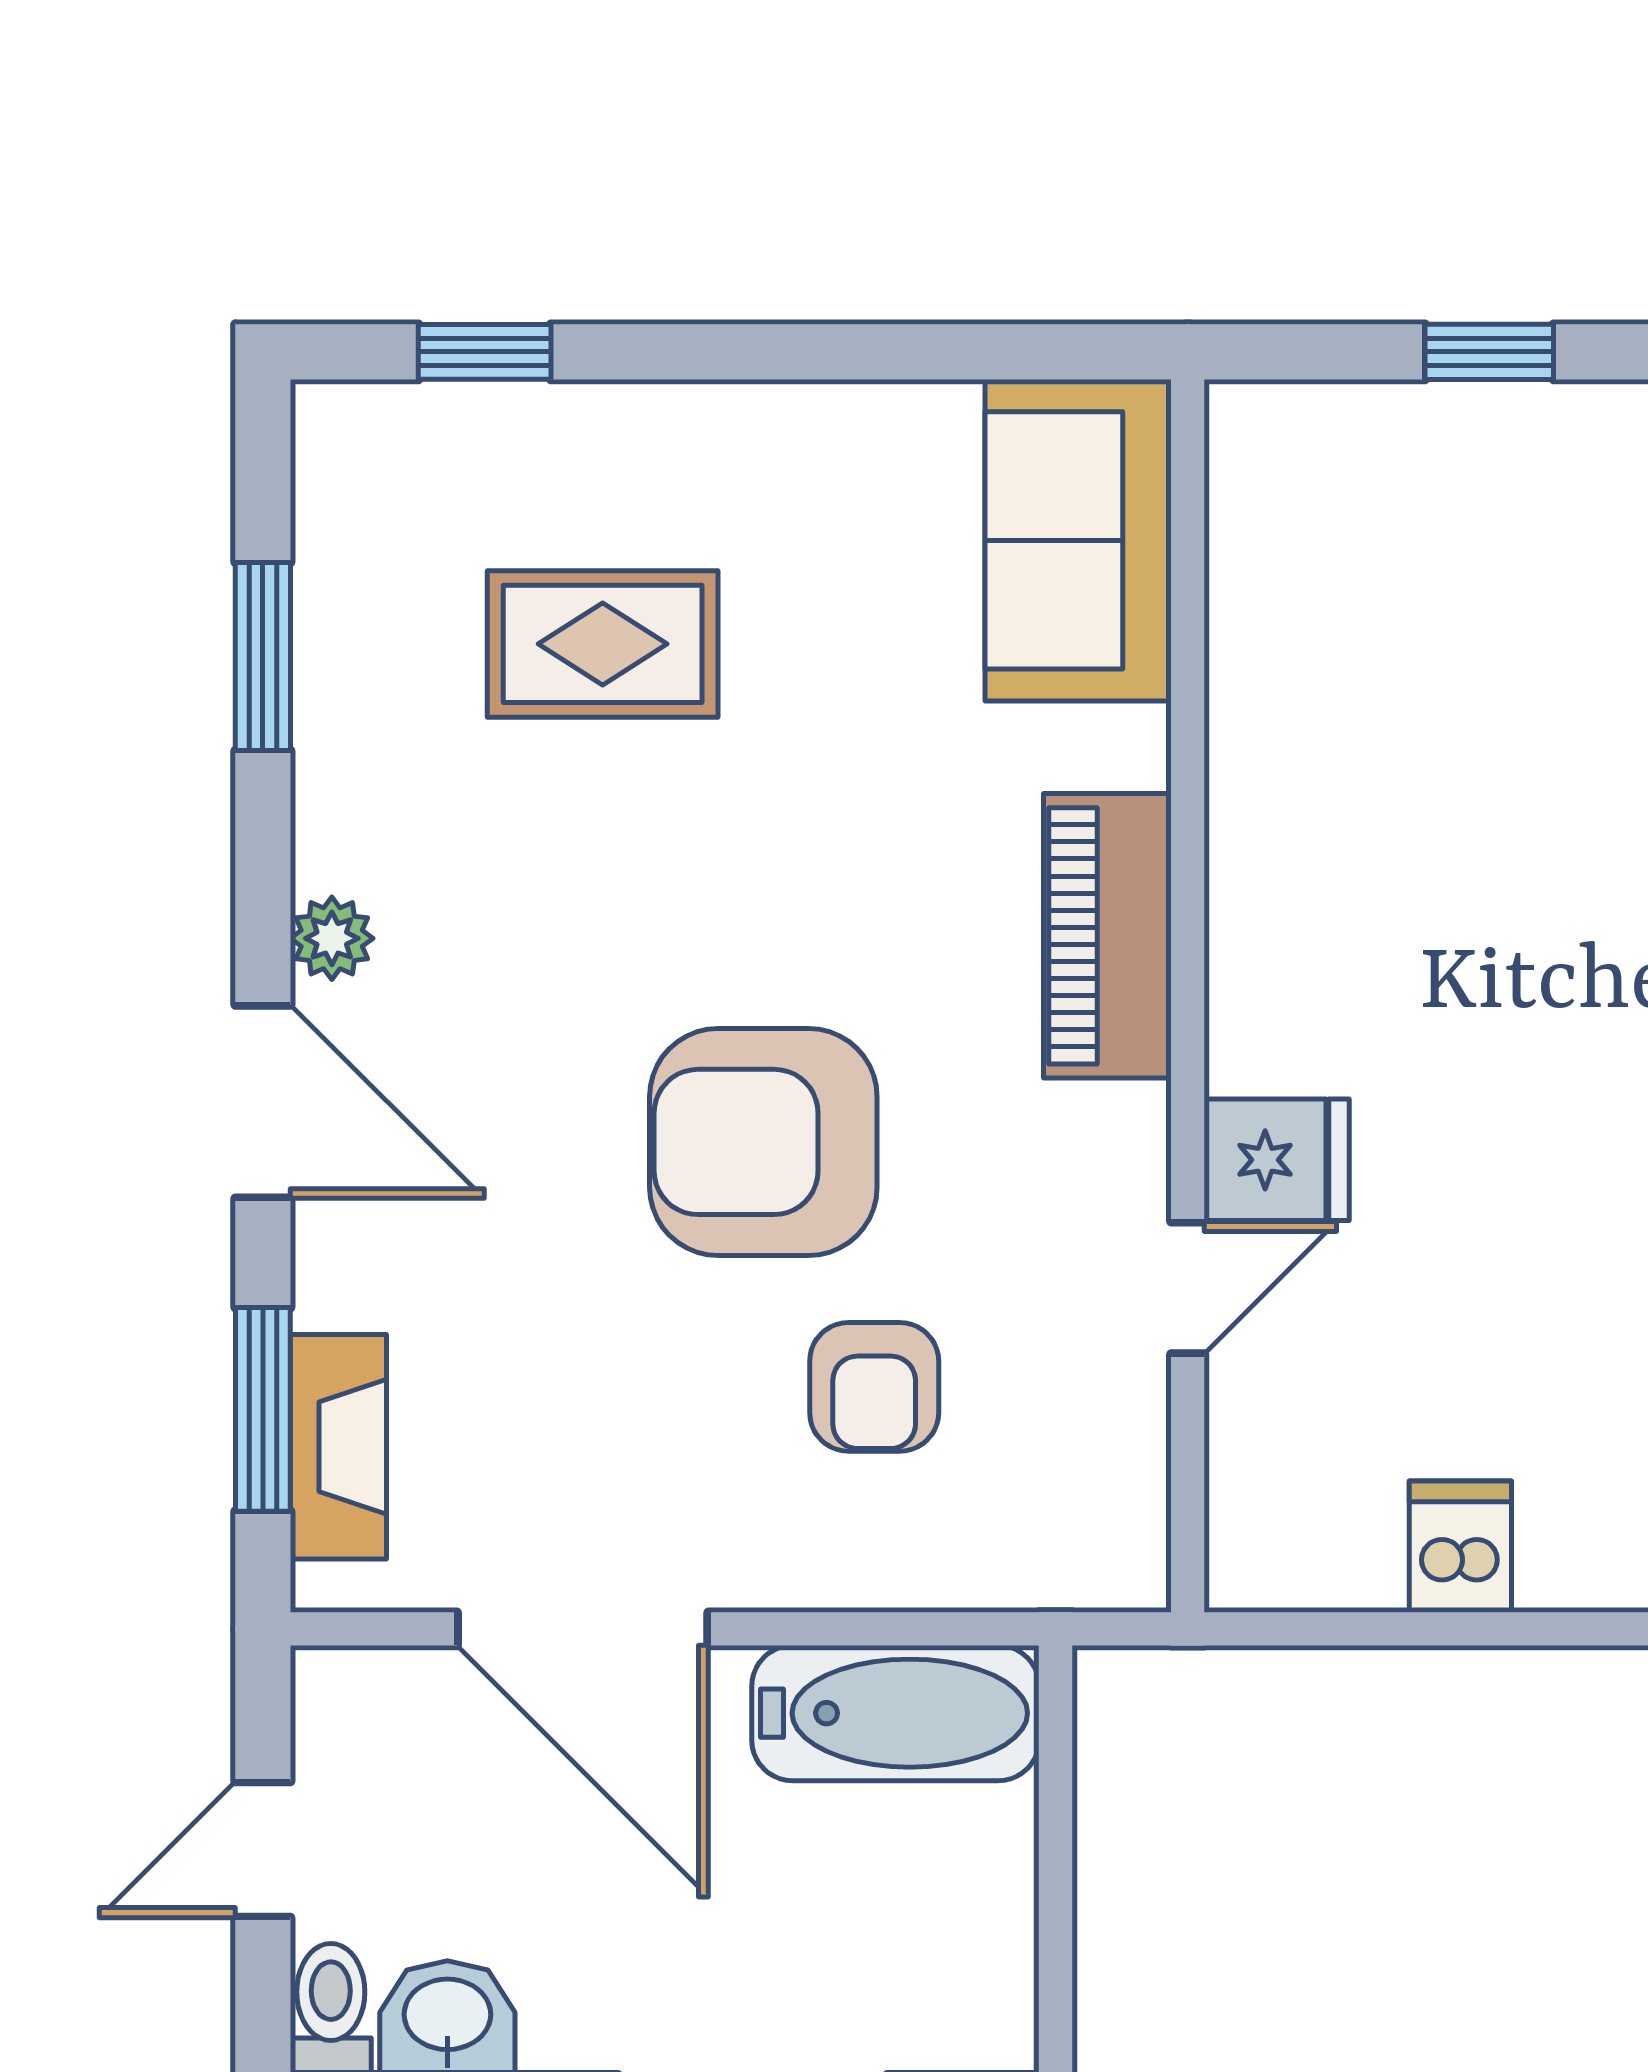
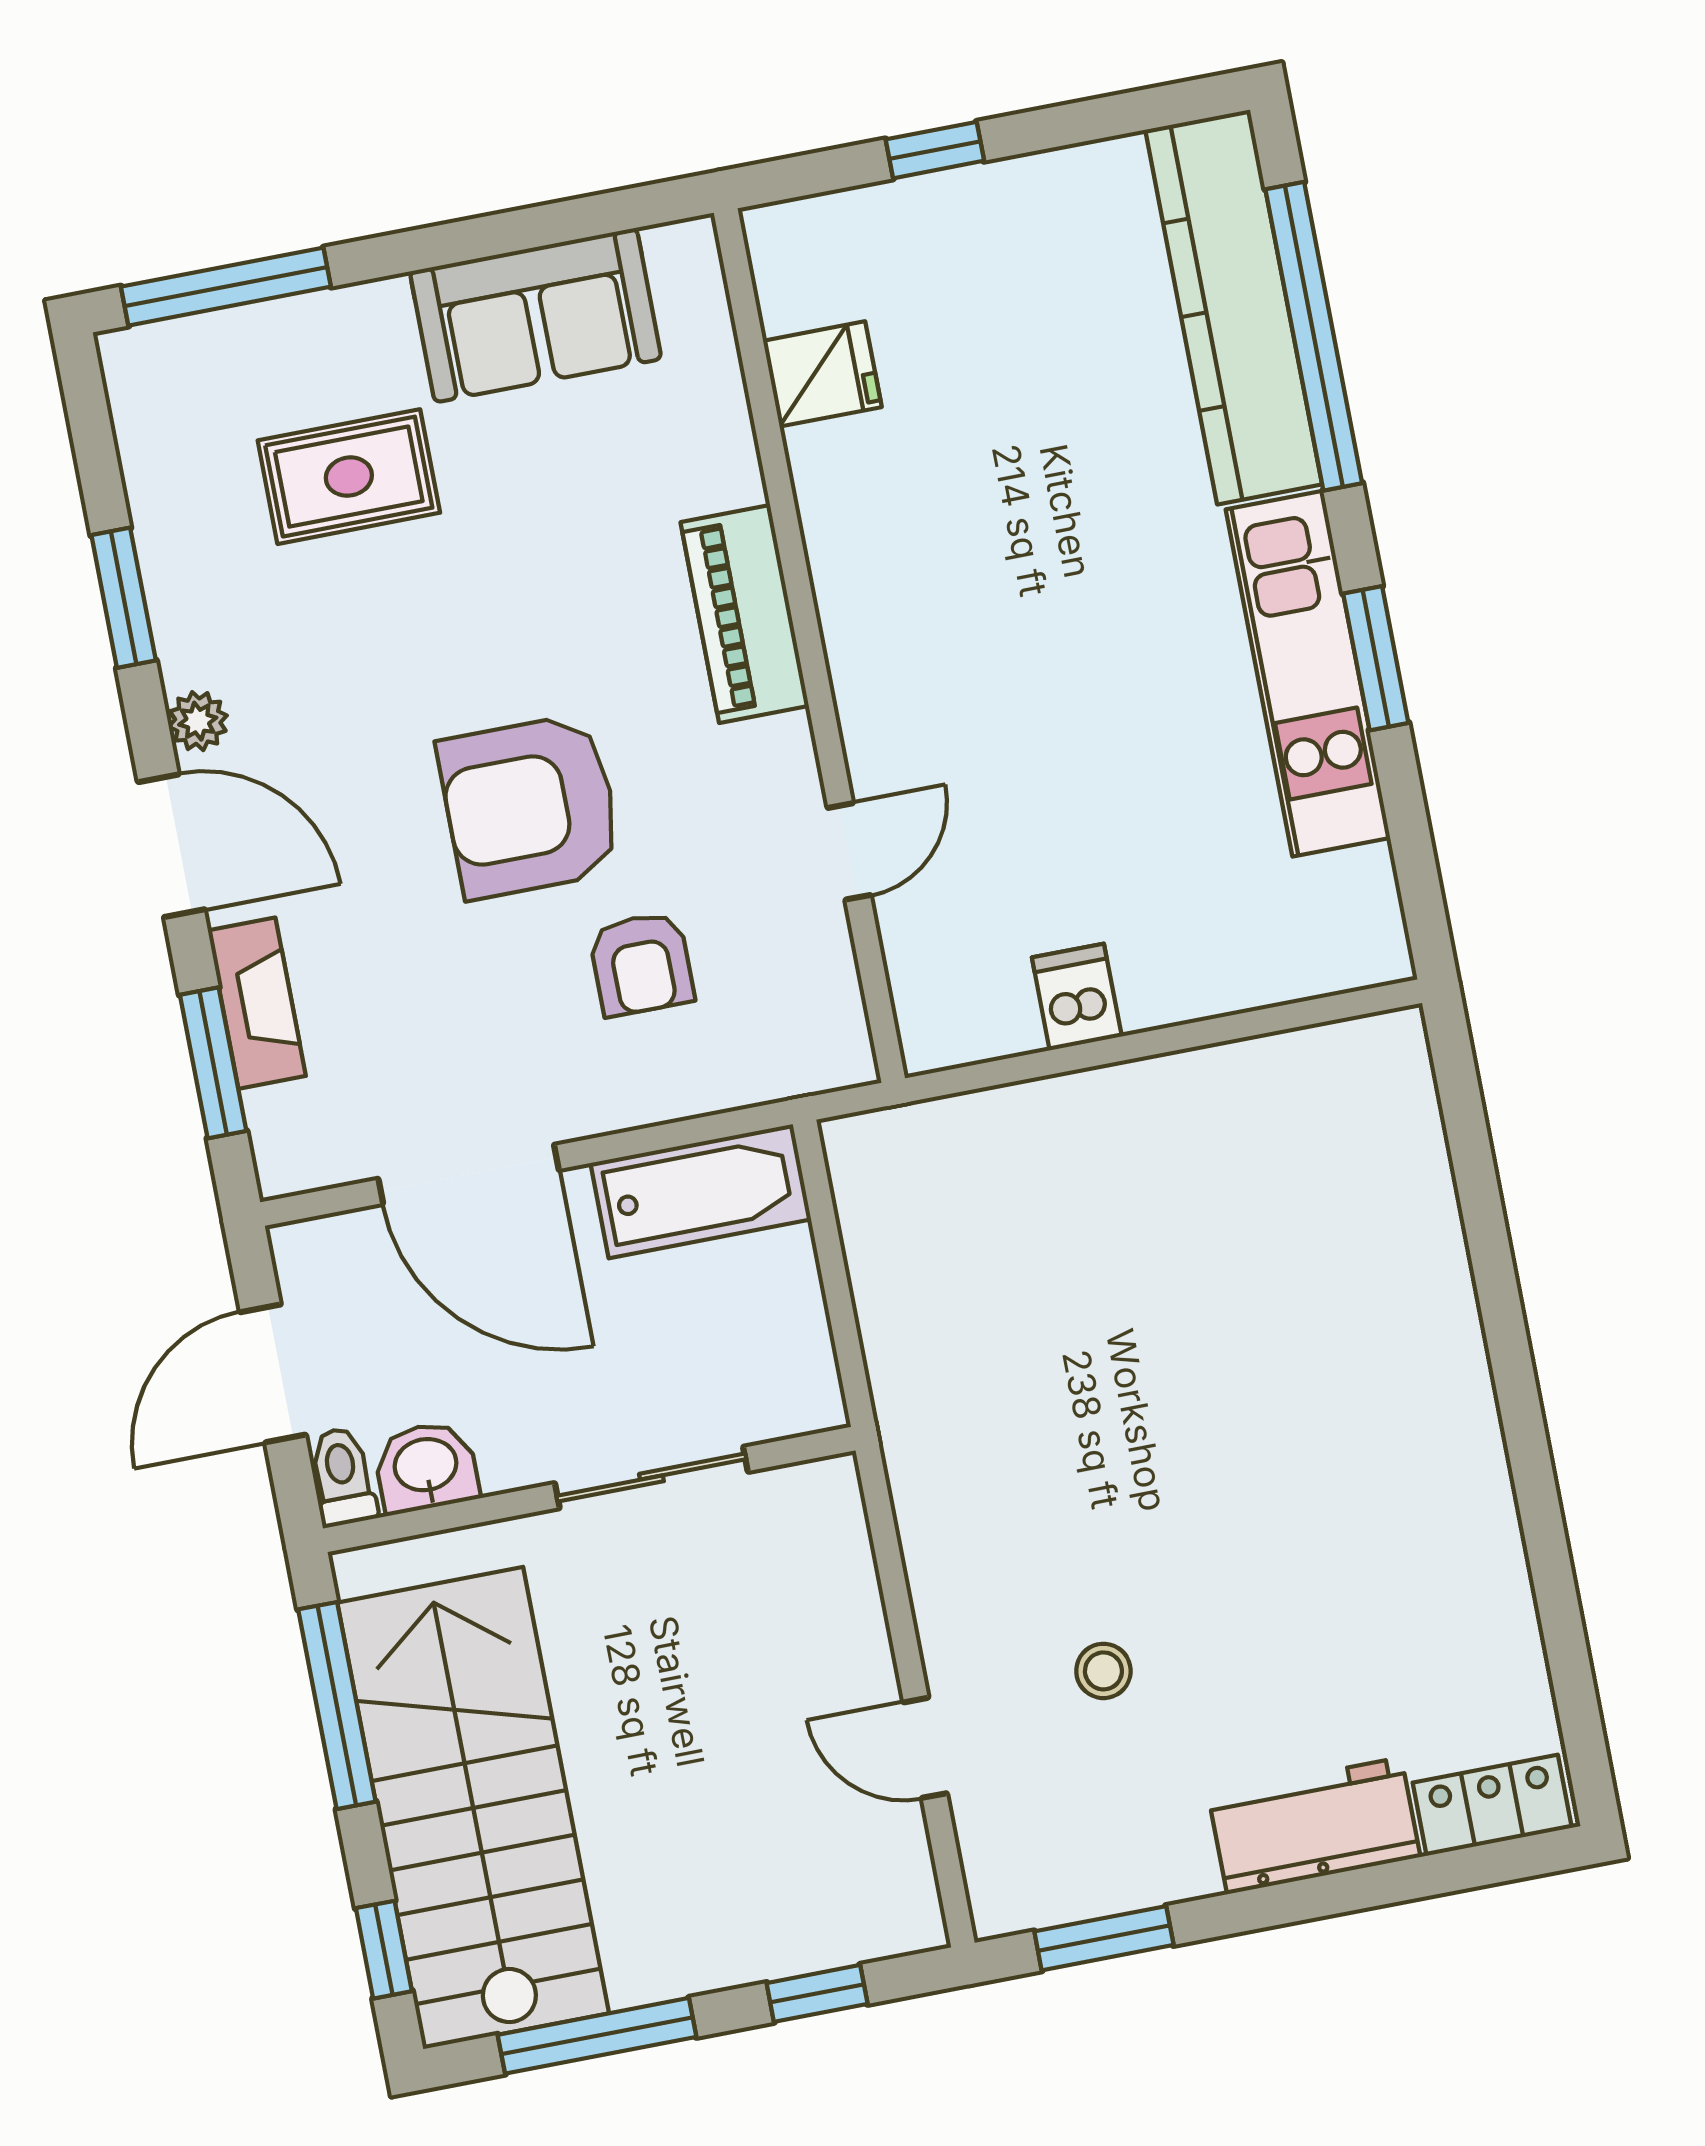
window: (485, 352) -> (226, 287), width x2.17
sofa: (1078, 540) -> (536, 315), moved, turned -90
window: (263, 656) -> (124, 598), moved
fridge: (1277, 1160) -> (822, 374), moved
fireplace: (338, 1447) -> (257, 1003), moved
door: (263, 1850) -> (273, 1373), width x1.38

